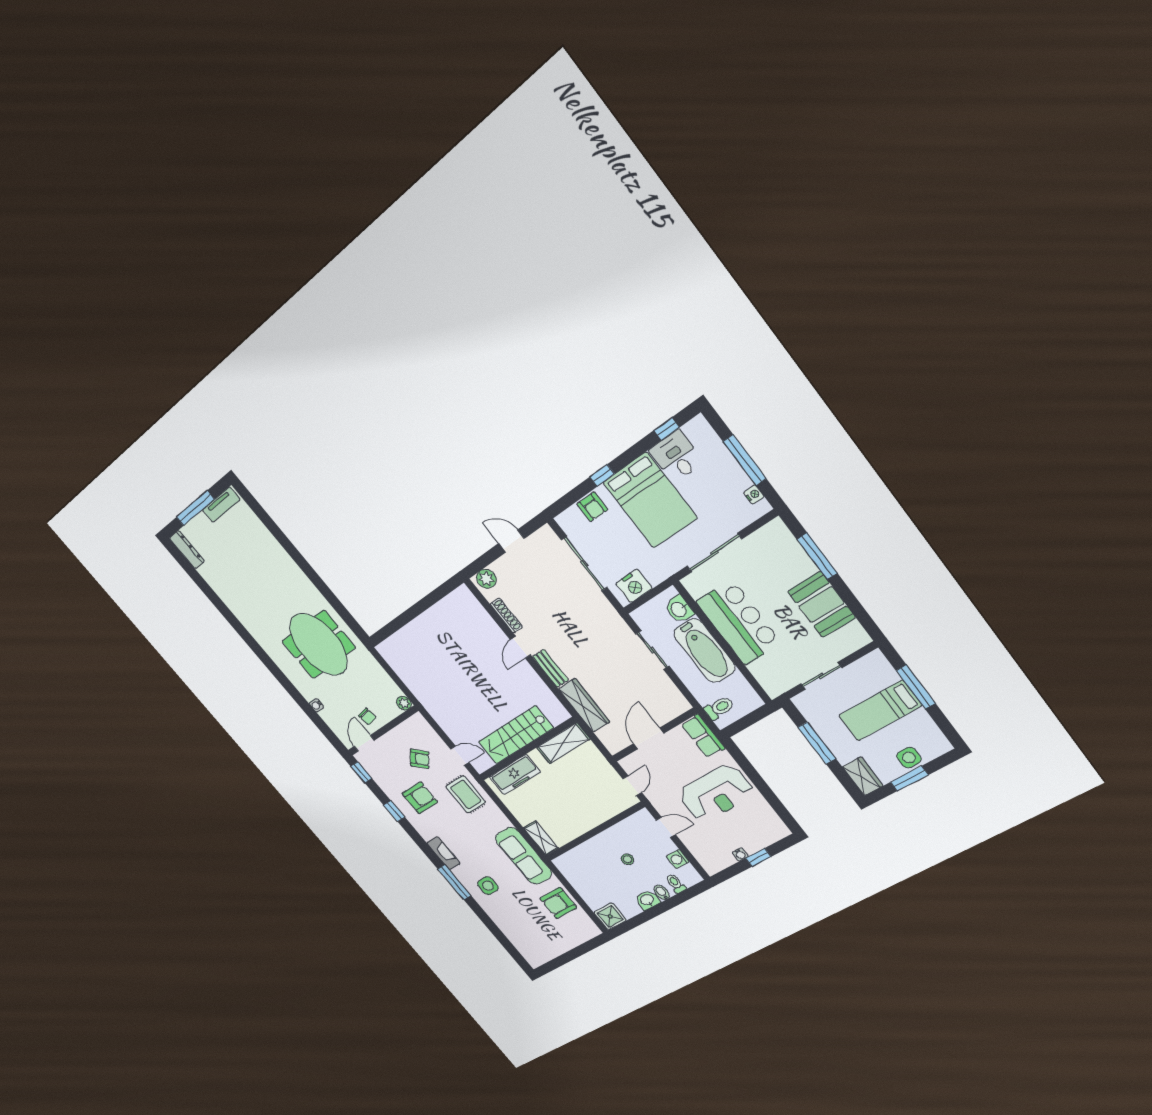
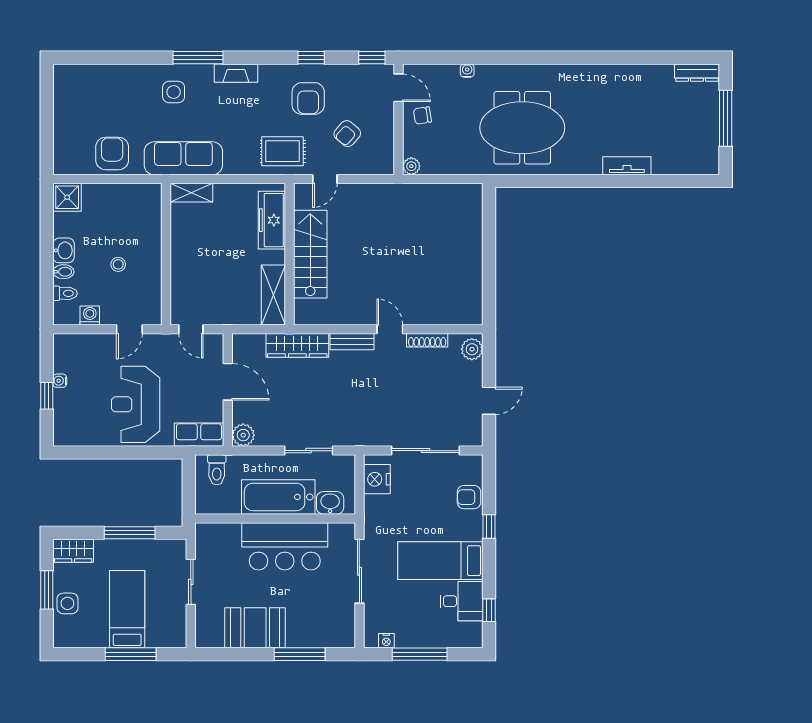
bed: (650, 500) -> (440, 561), width x0.67
tv unit: (221, 505) -> (627, 166), moved, turned 90
plant: (678, 704) -> (243, 435), added

